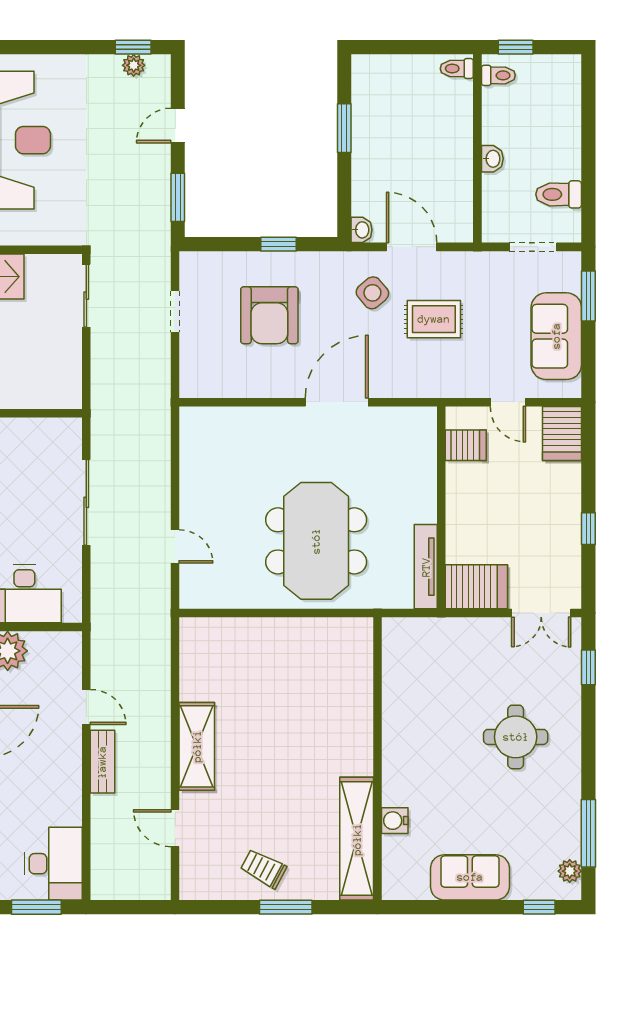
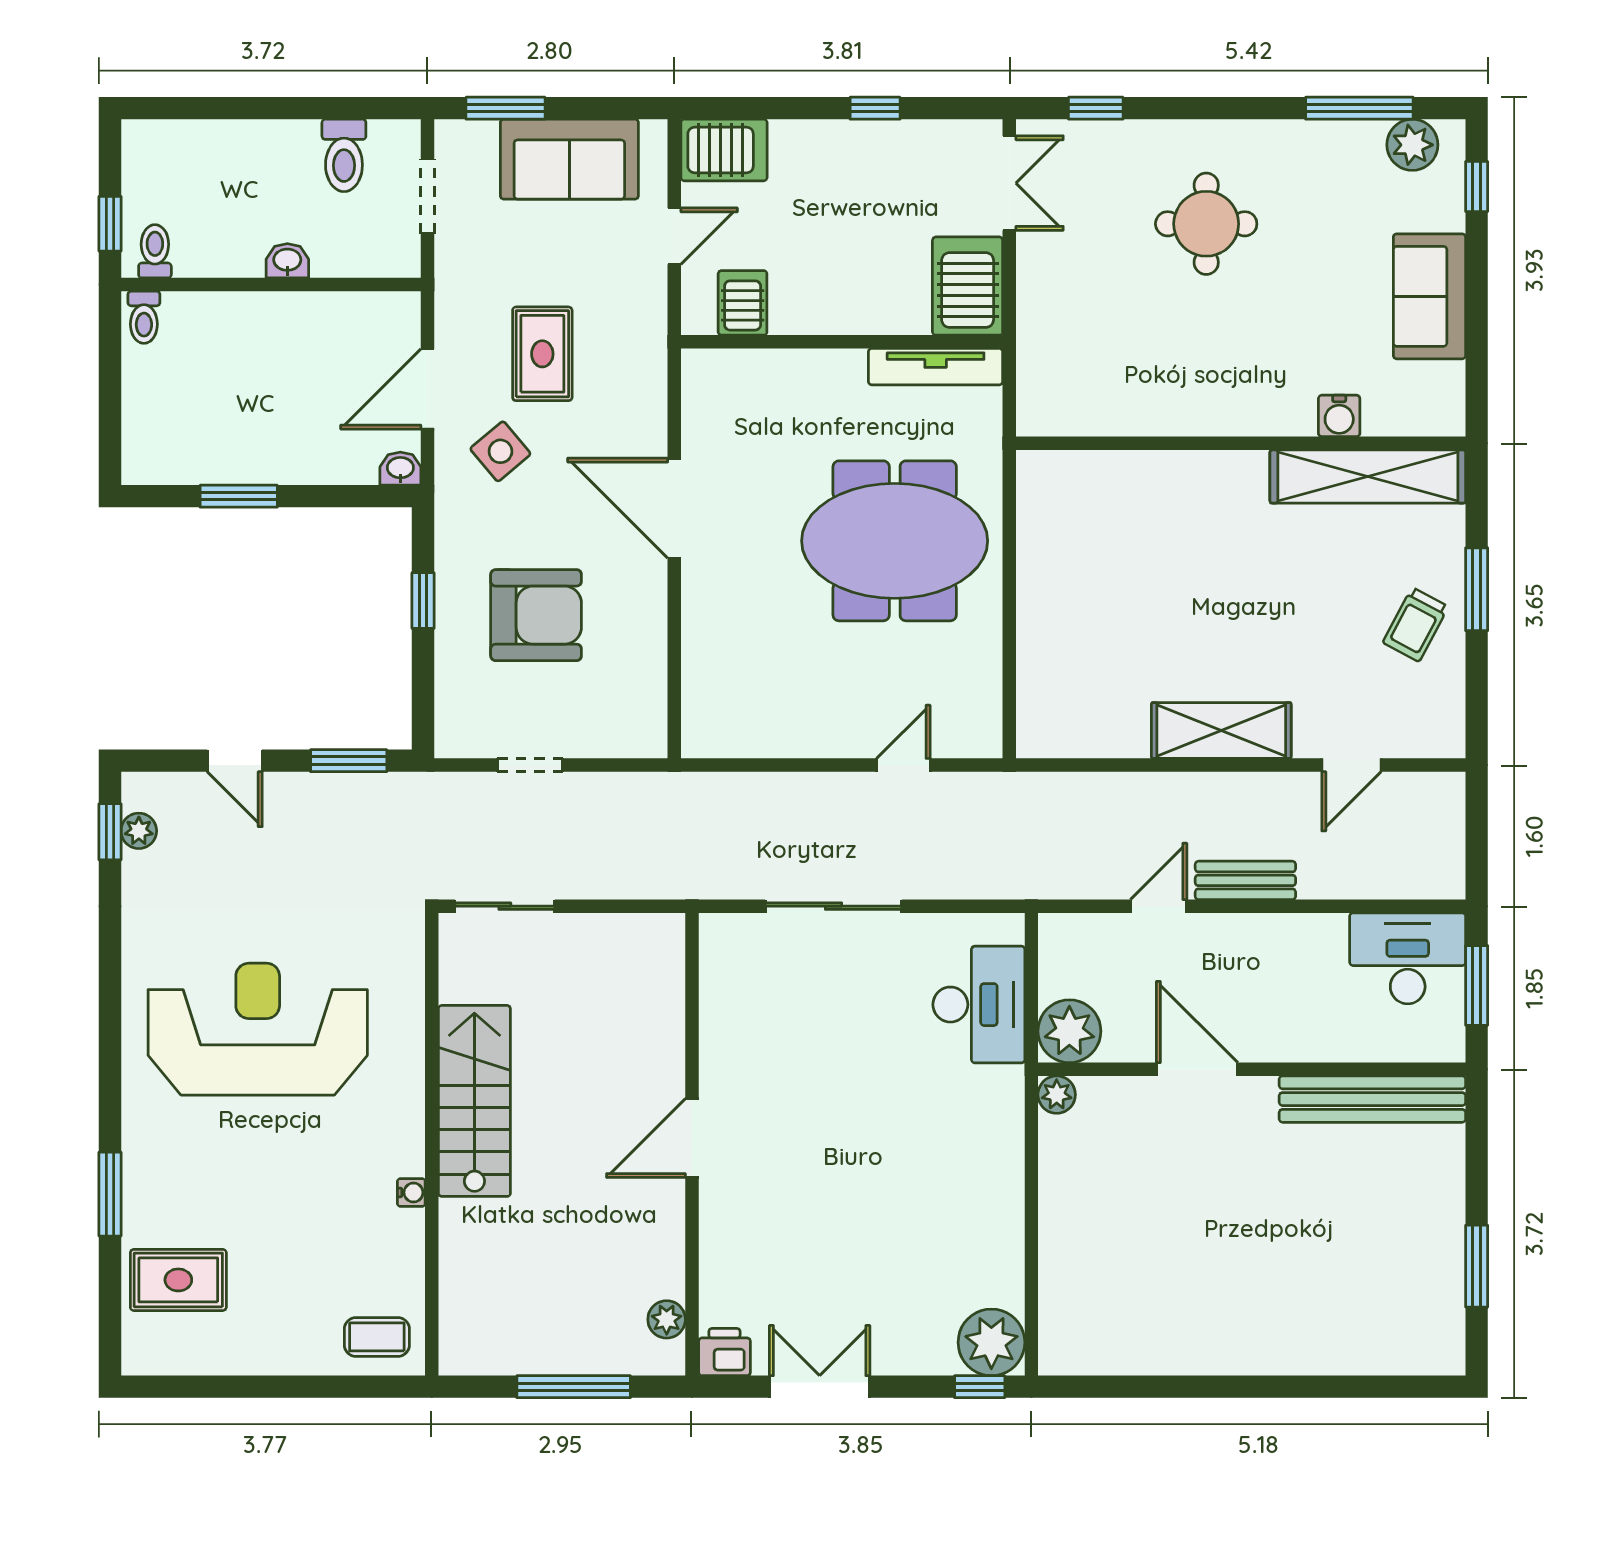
plant: (570, 871) -> (1412, 145), width x1.38, depth x1.38

